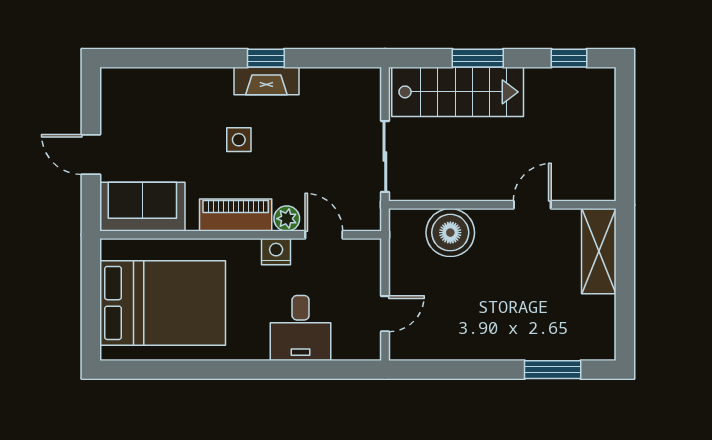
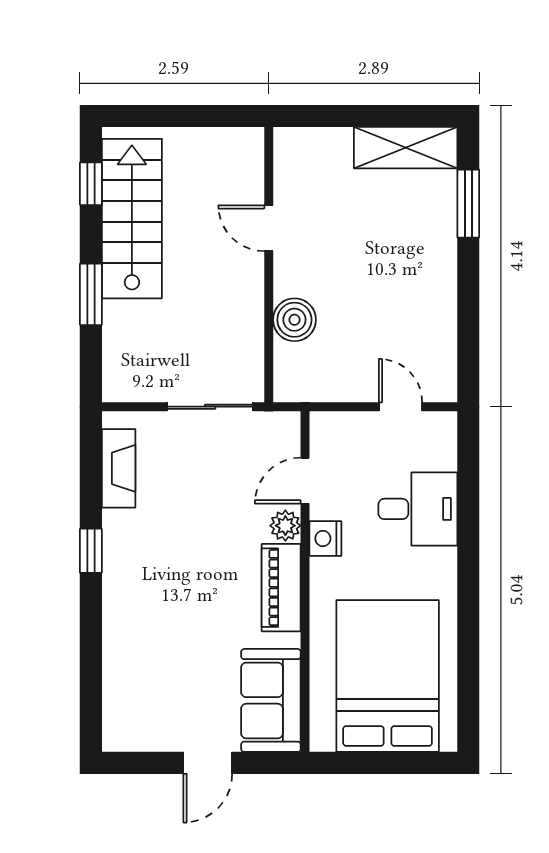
fireplace: (266, 81) -> (119, 468), moved
stairs: (458, 92) -> (132, 219), moved
side table: (239, 140) -> (190, 584), removed
boiler: (450, 233) -> (294, 320), width x0.73, depth x0.73
shelving: (599, 251) -> (406, 148), moved

